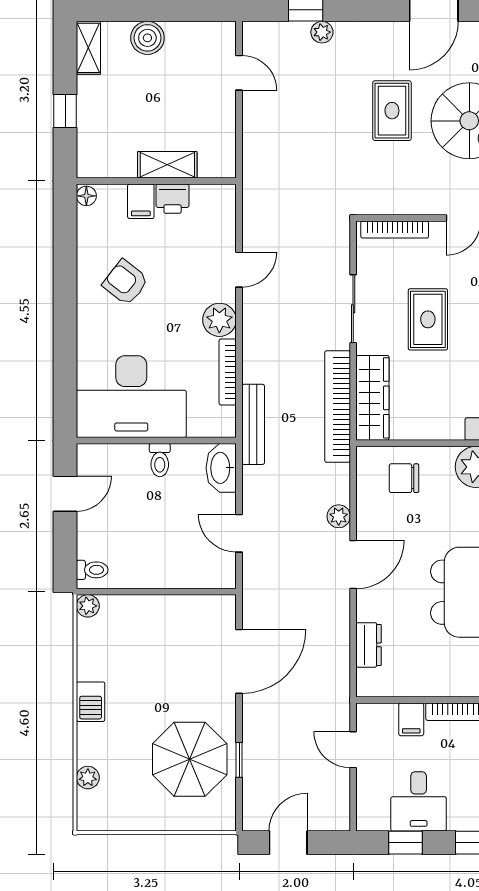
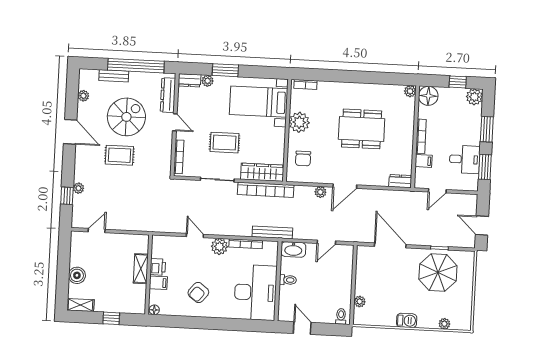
door: (353, 564) -> (345, 186), swing flipped
plant: (88, 606) -> (360, 302), moved
dresser: (369, 645) -> (400, 181), moved
window: (405, 843) -> (485, 167), width x1.50

